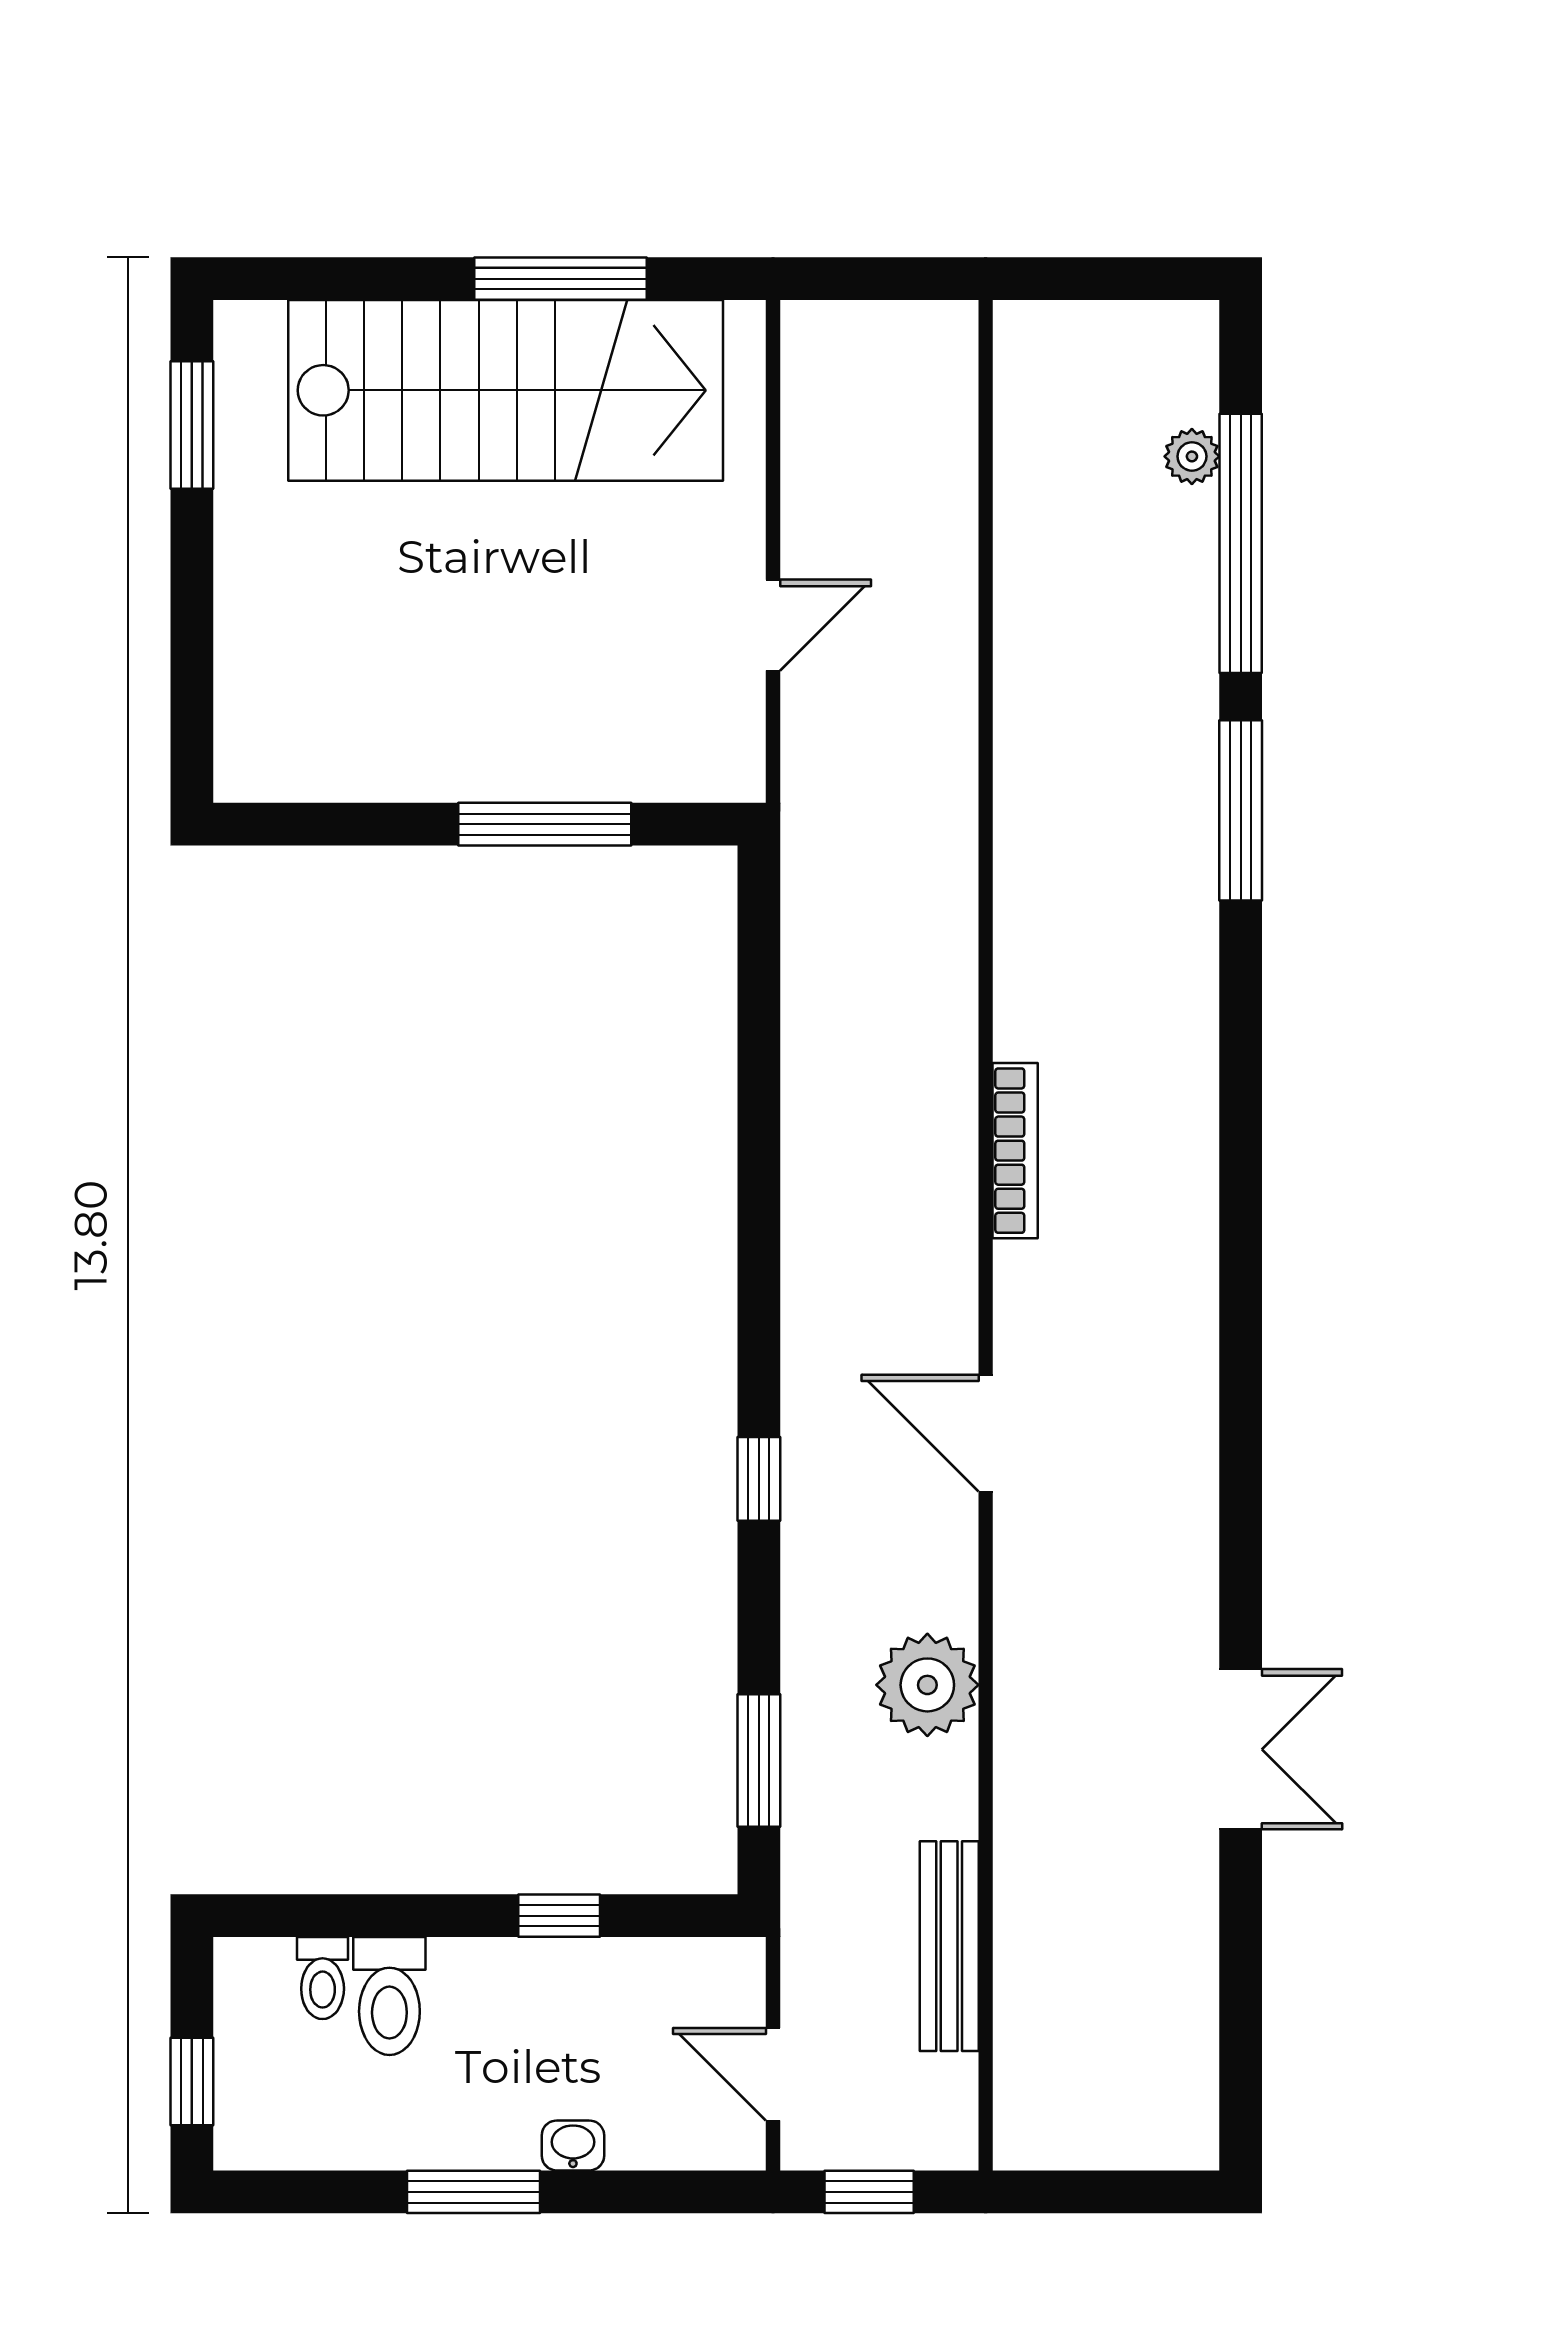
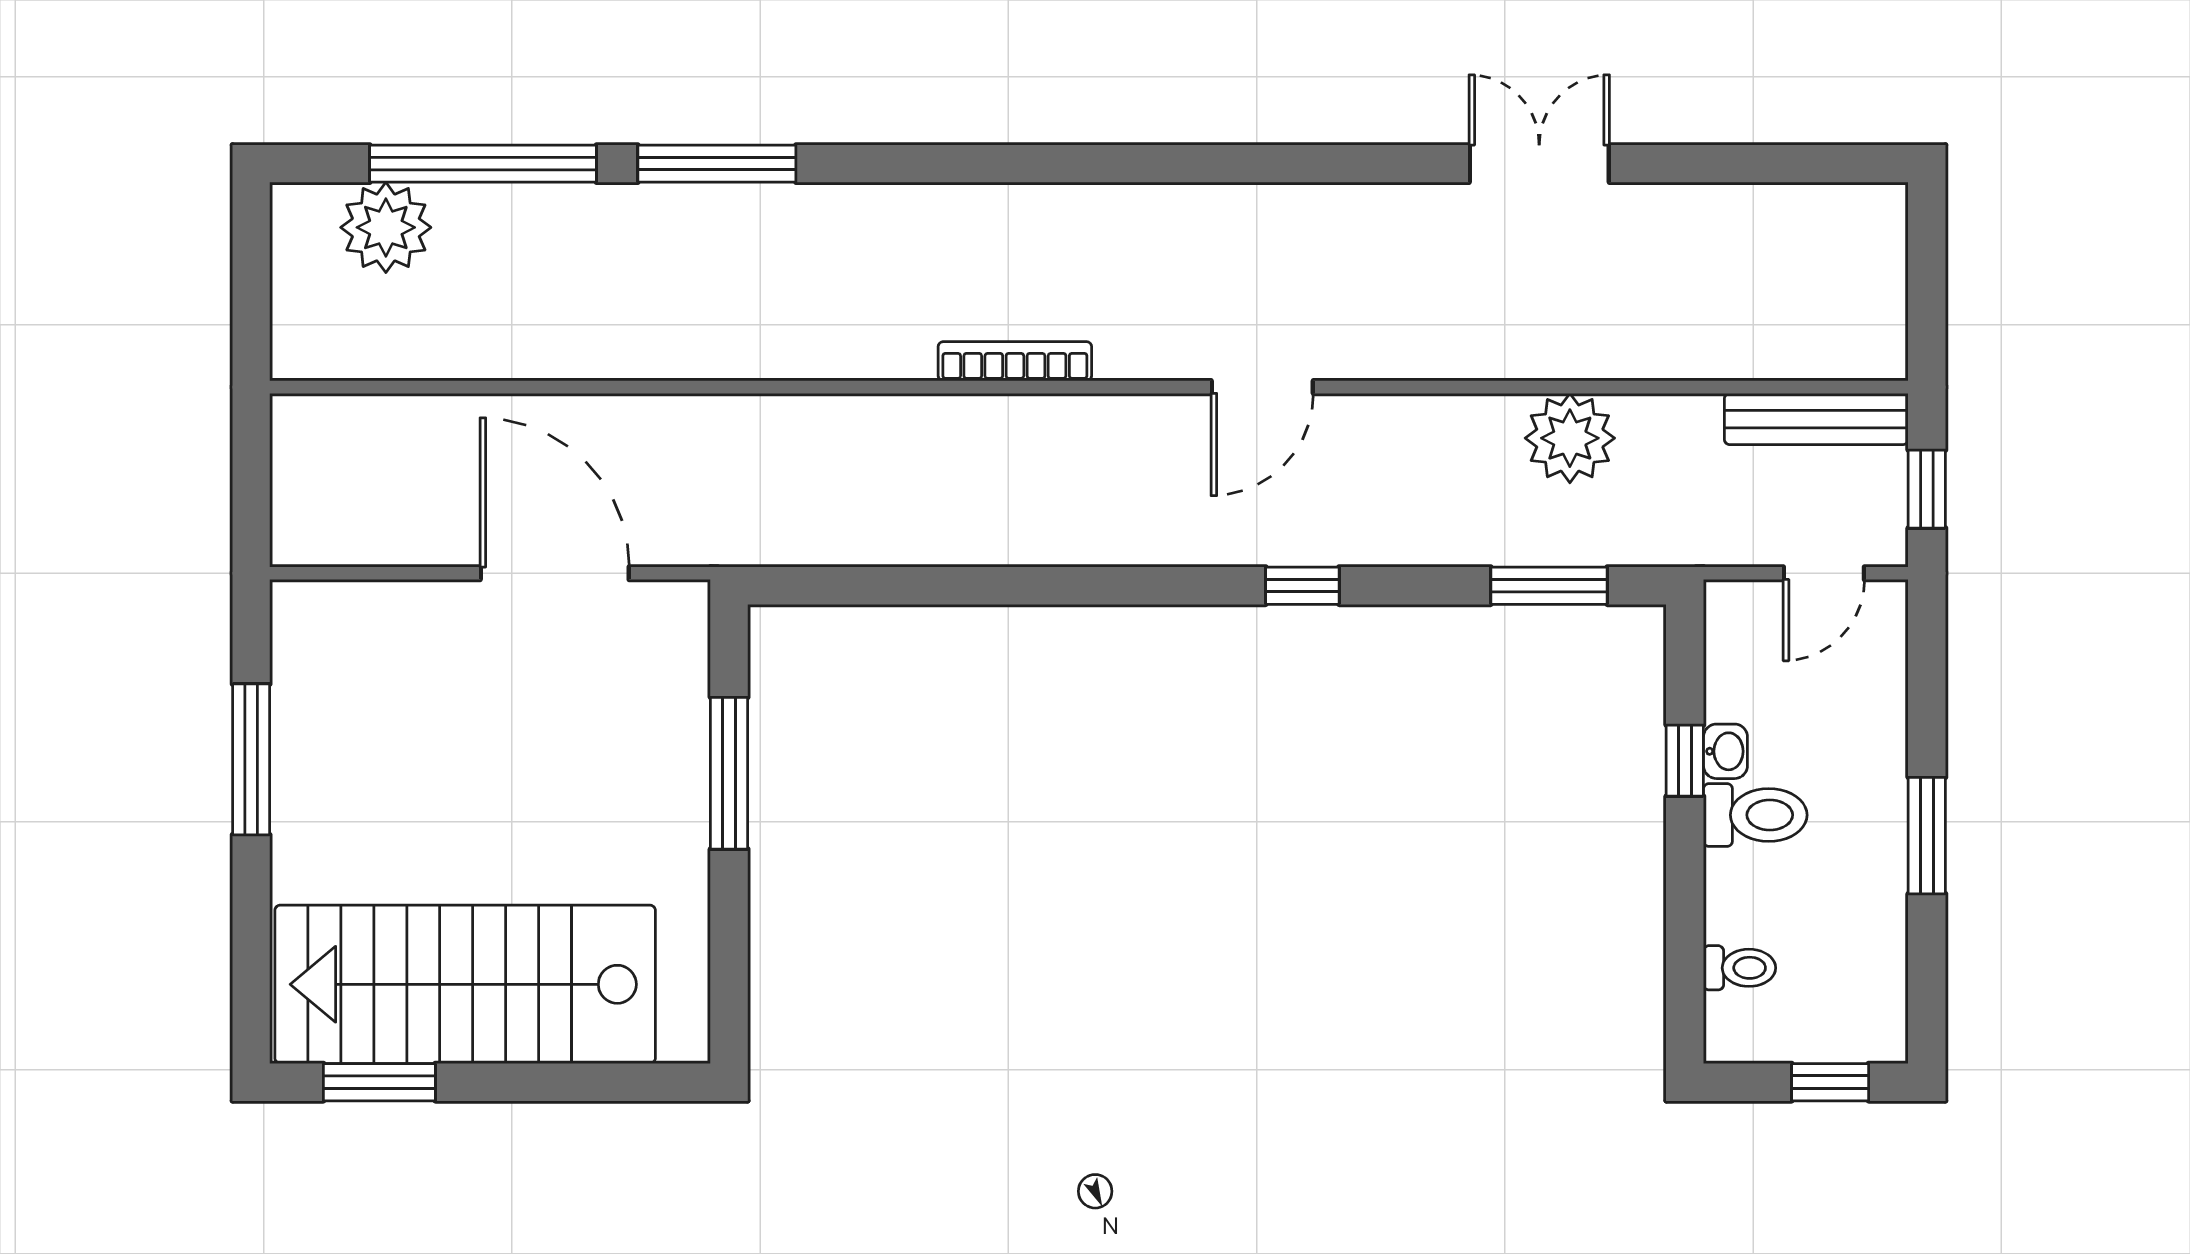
stairs: (506, 390) -> (465, 984), moved, turned -90
plant: (1192, 456) -> (386, 227), width x1.87, depth x1.87
door: (773, 625) -> (555, 573), width x1.88
plant: (927, 1685) -> (1570, 438), moved
bench: (949, 1946) -> (1816, 419), moved
toilet: (389, 1996) -> (1755, 815), moved
washbasin: (573, 2145) -> (1725, 751), moved, turned 180

